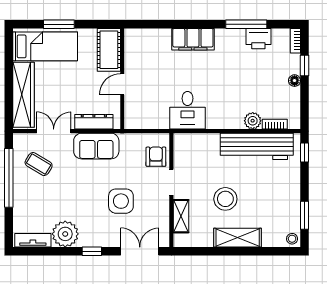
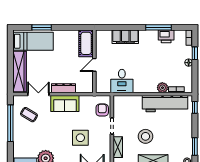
cot: (109, 50) -> (86, 43), moved
wall: (122, 79) -> (94, 61), moved
door: (122, 84) -> (94, 65), moved

